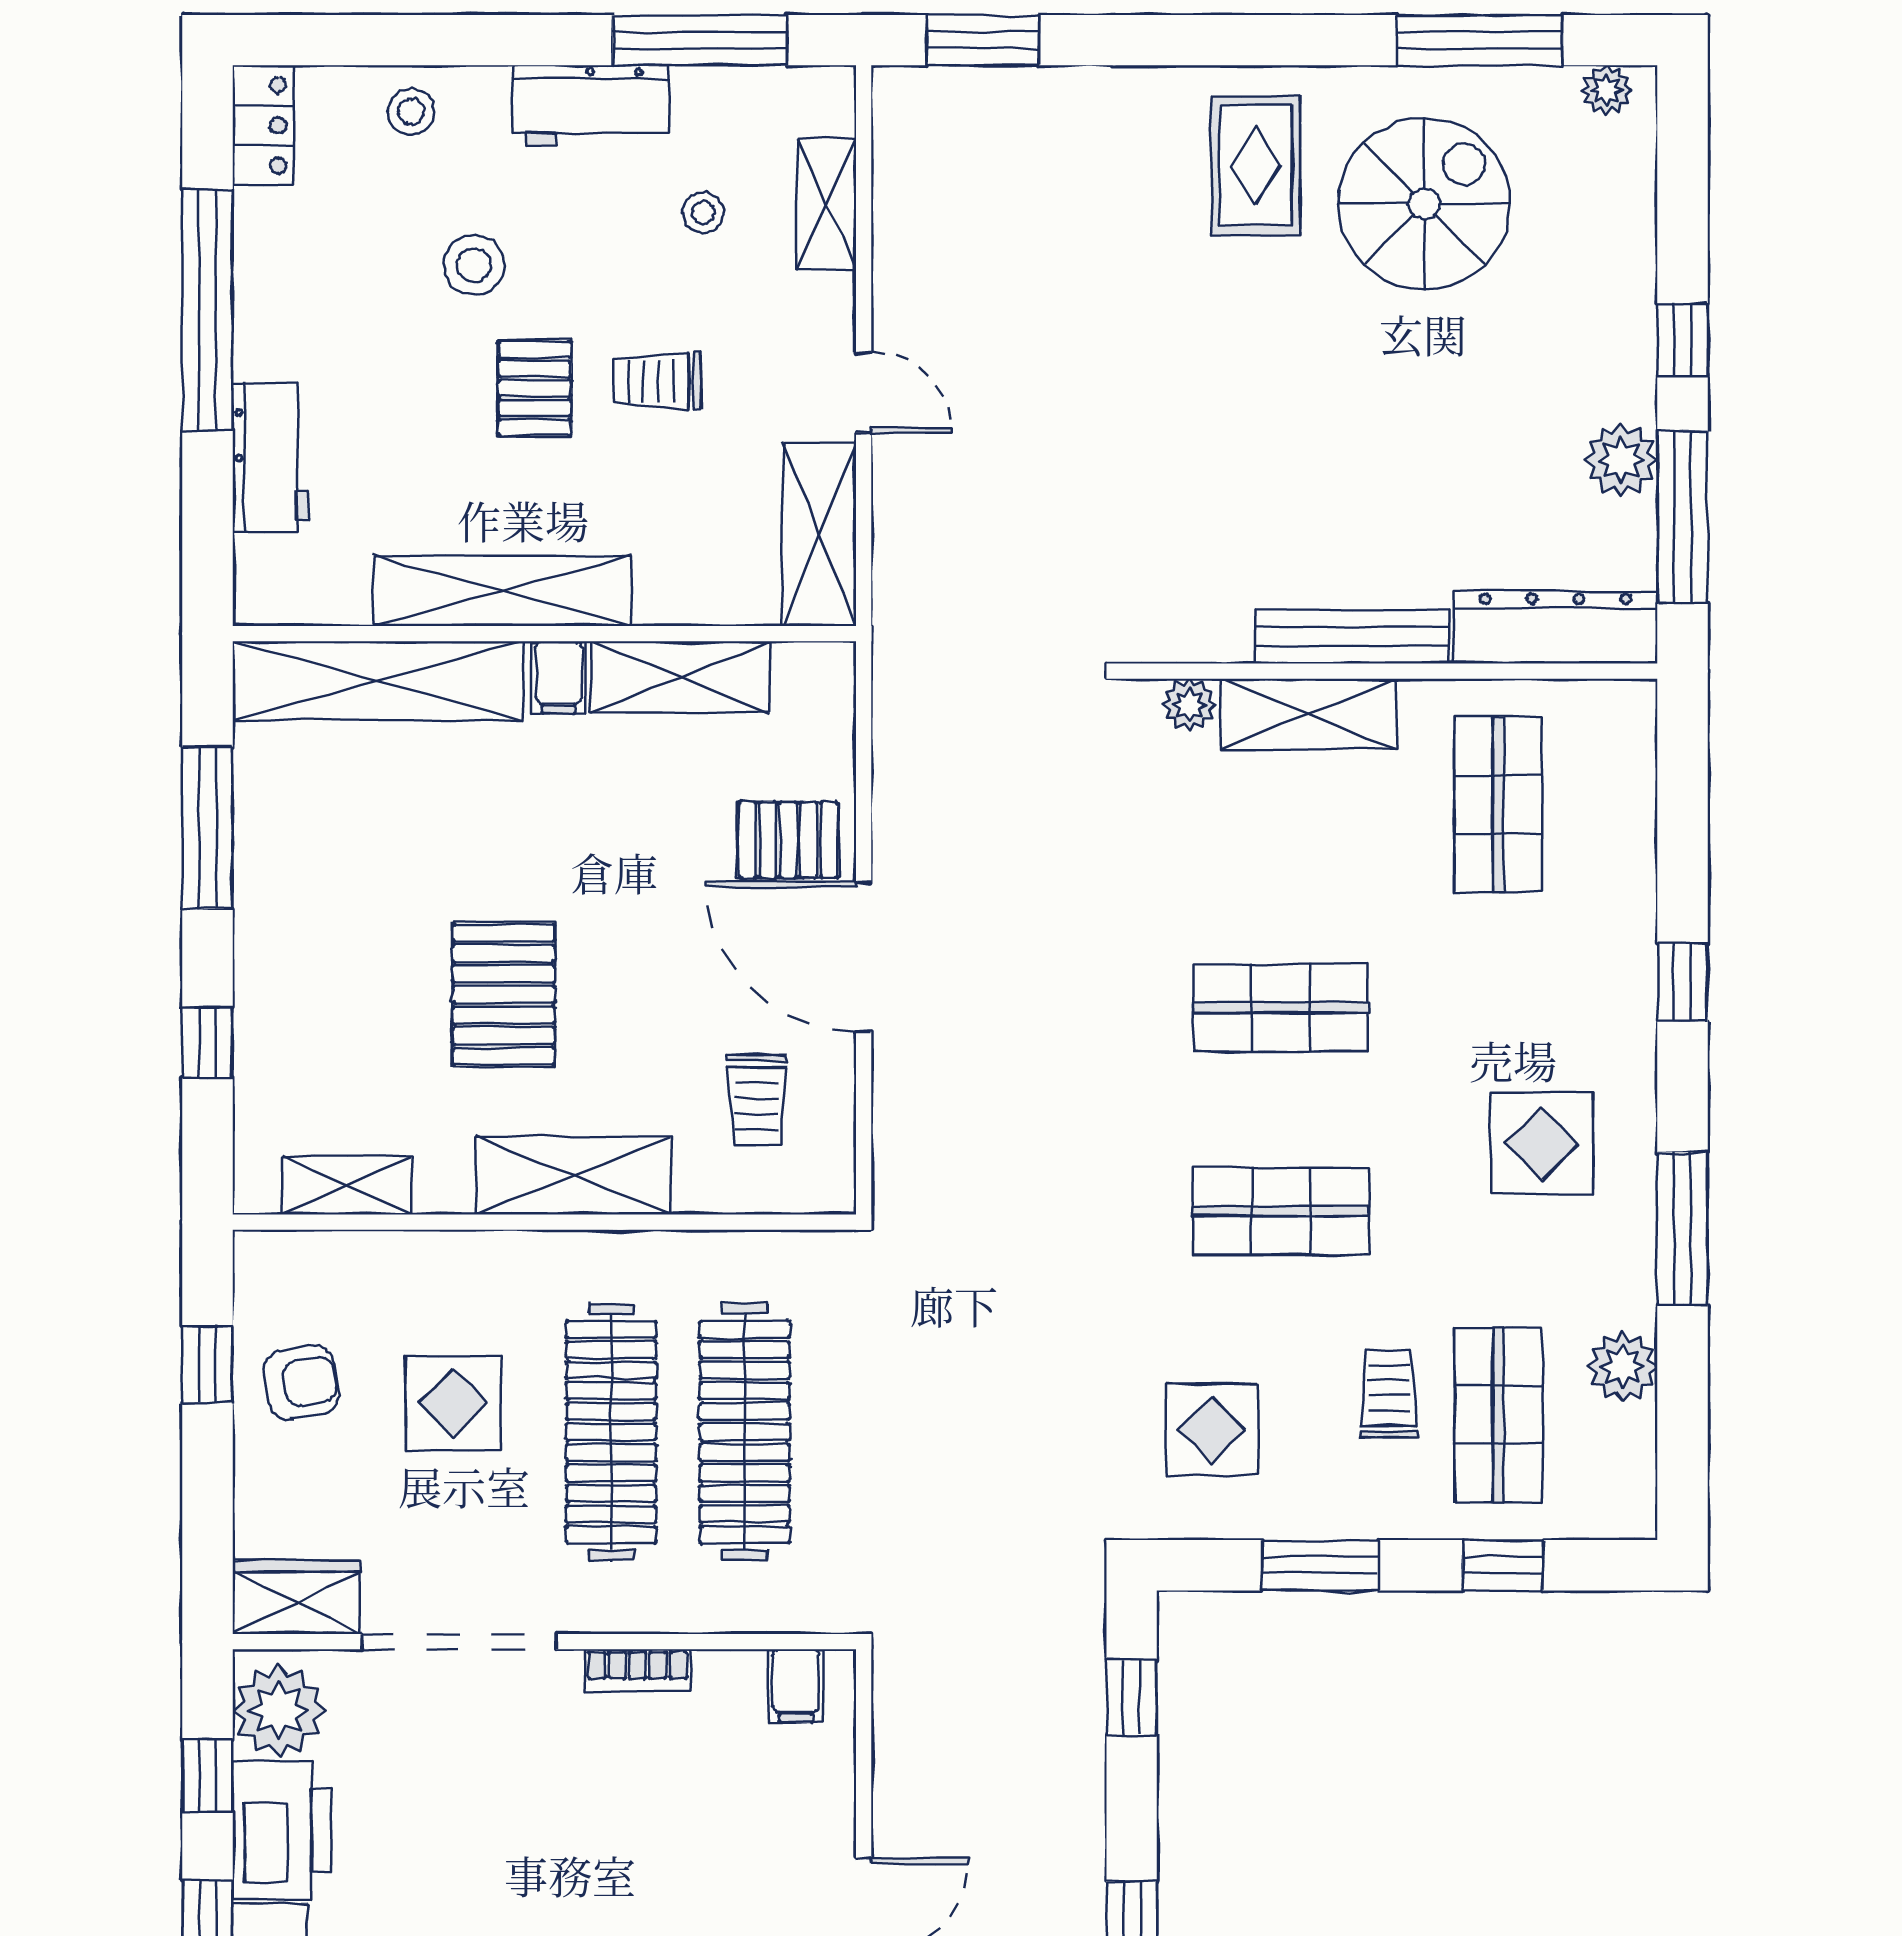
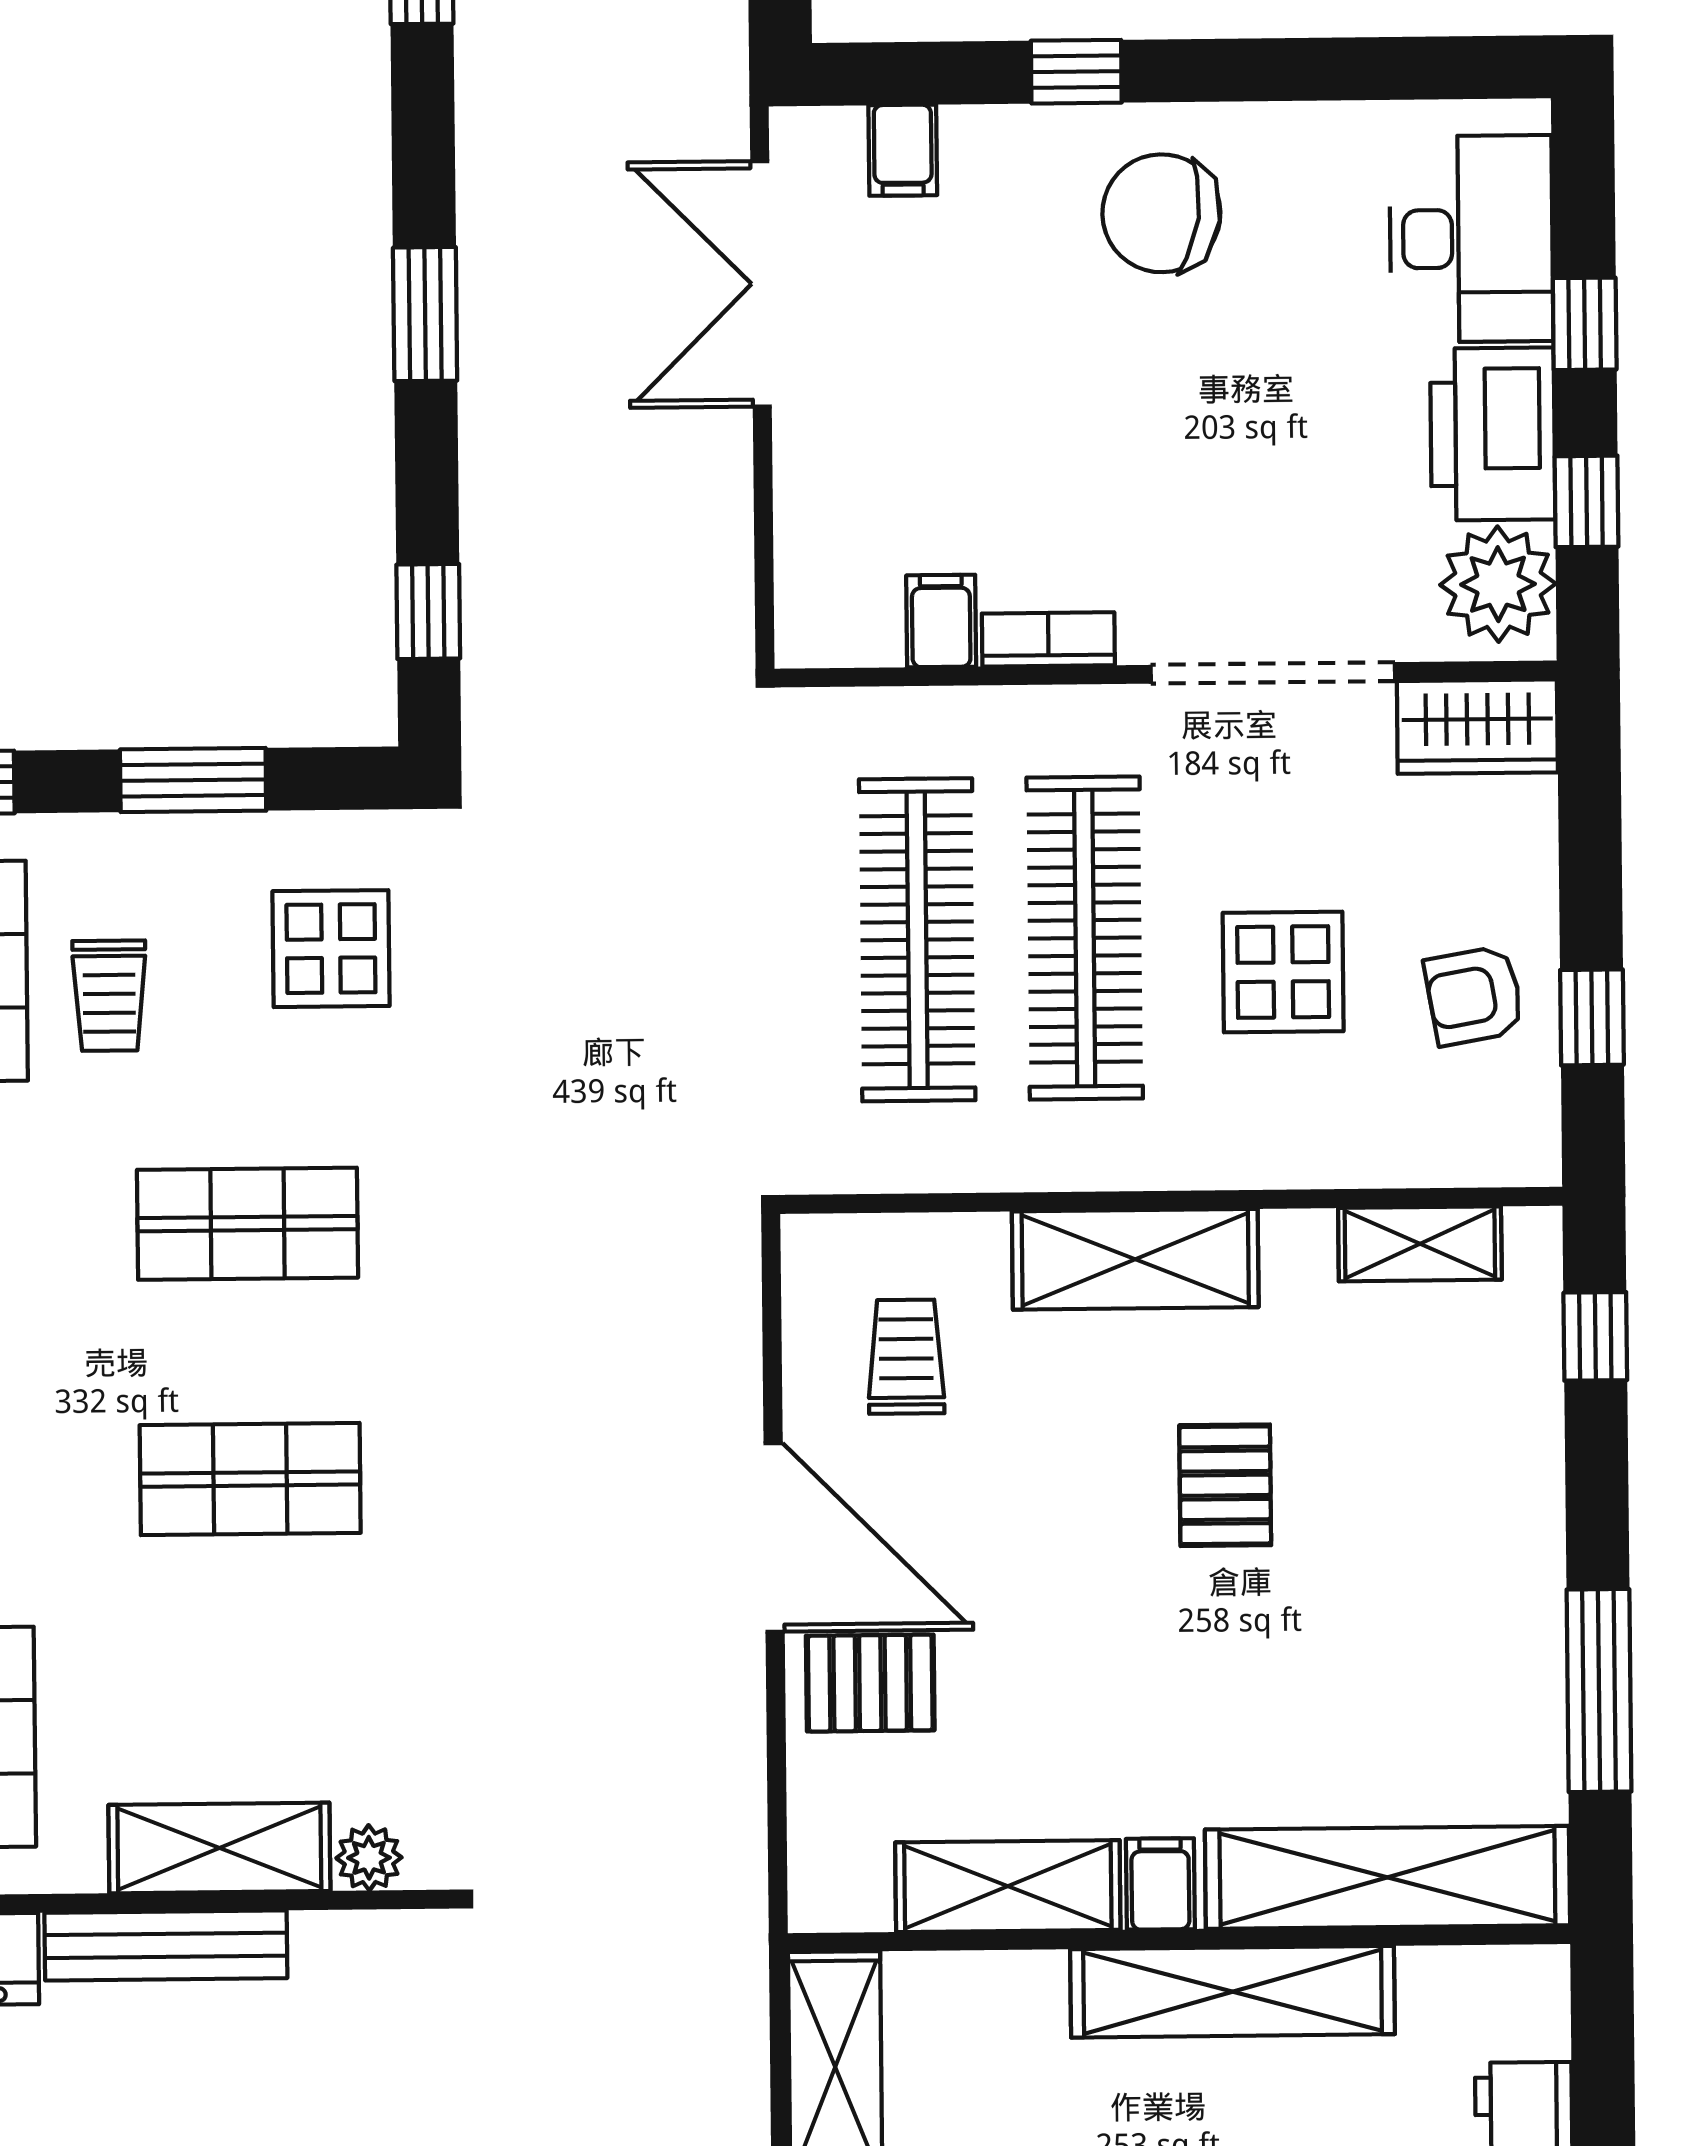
pallet: (504, 995) -> (1225, 1485), width x0.67, depth x0.71
window: (208, 1043) -> (1595, 1336), moved
filing cabinet: (796, 1686) -> (941, 621), moved

